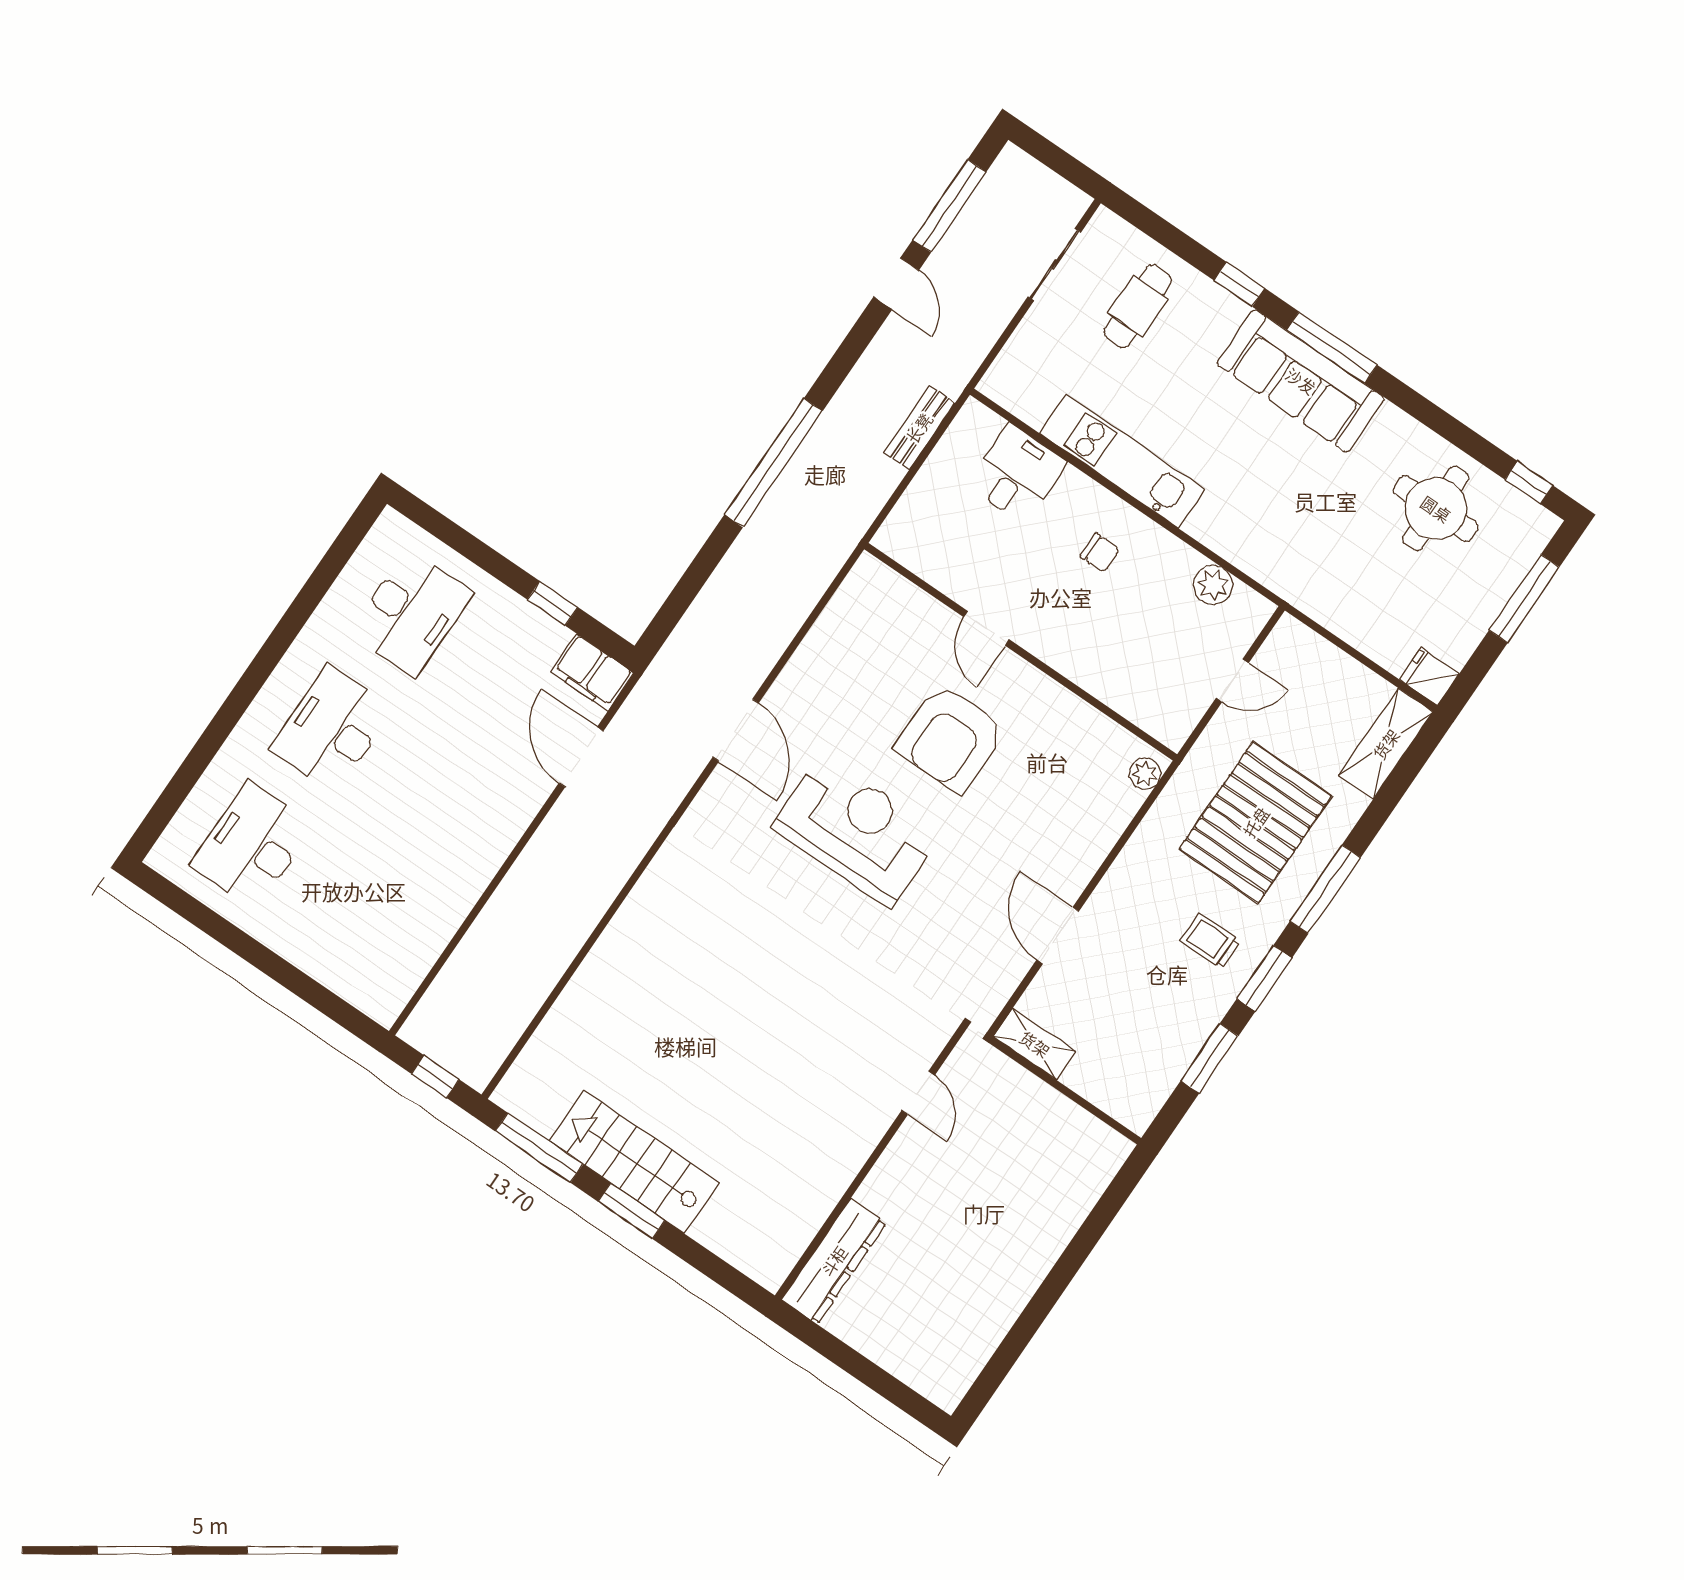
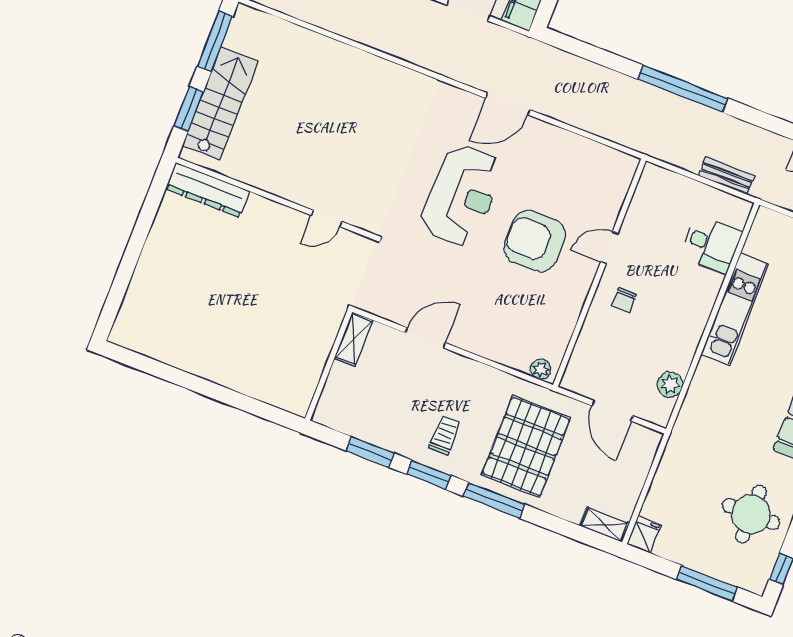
chair: (1100, 553) -> (624, 300), moved
door: (1232, 681) -> (612, 411), width x1.38
shelving: (1386, 744) -> (605, 524), width x0.67, depth x0.75
pallet: (1256, 822) -> (526, 446), turned 90
door: (918, 1093) -> (327, 219), moved
wall: (871, 1162) -> (276, 199), moved
dresser: (834, 1261) -> (208, 190), moved

